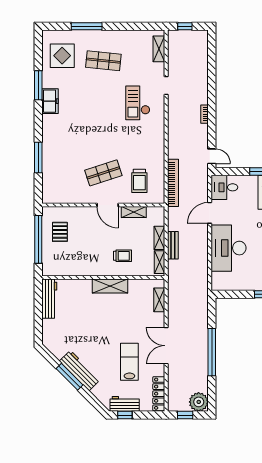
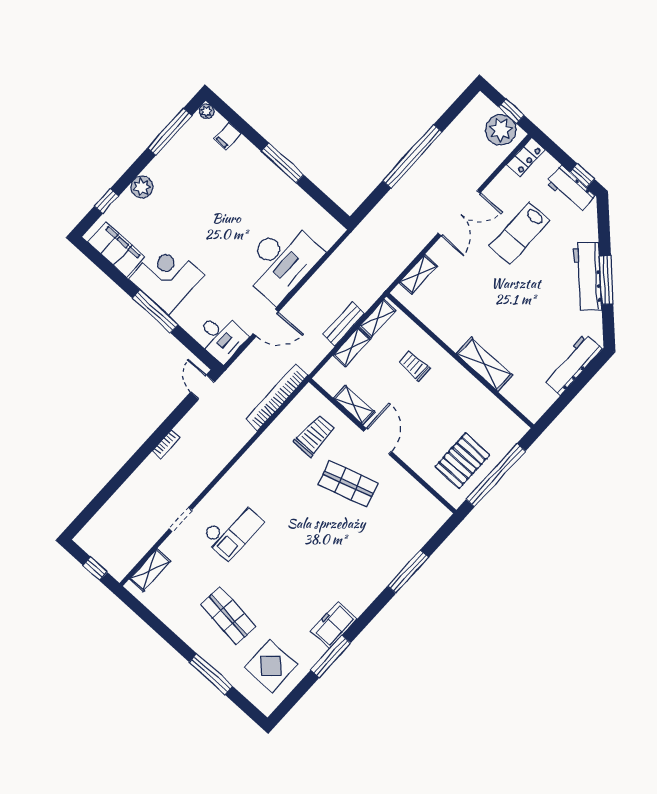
pallet: (60, 232) -> (462, 461), width x1.50, depth x1.42
shelving: (110, 286) -> (484, 364), moved
workbench: (49, 299) -> (573, 364), moved
locker: (159, 394) -> (526, 157), width x0.66
plant: (199, 402) -> (501, 130), moved

